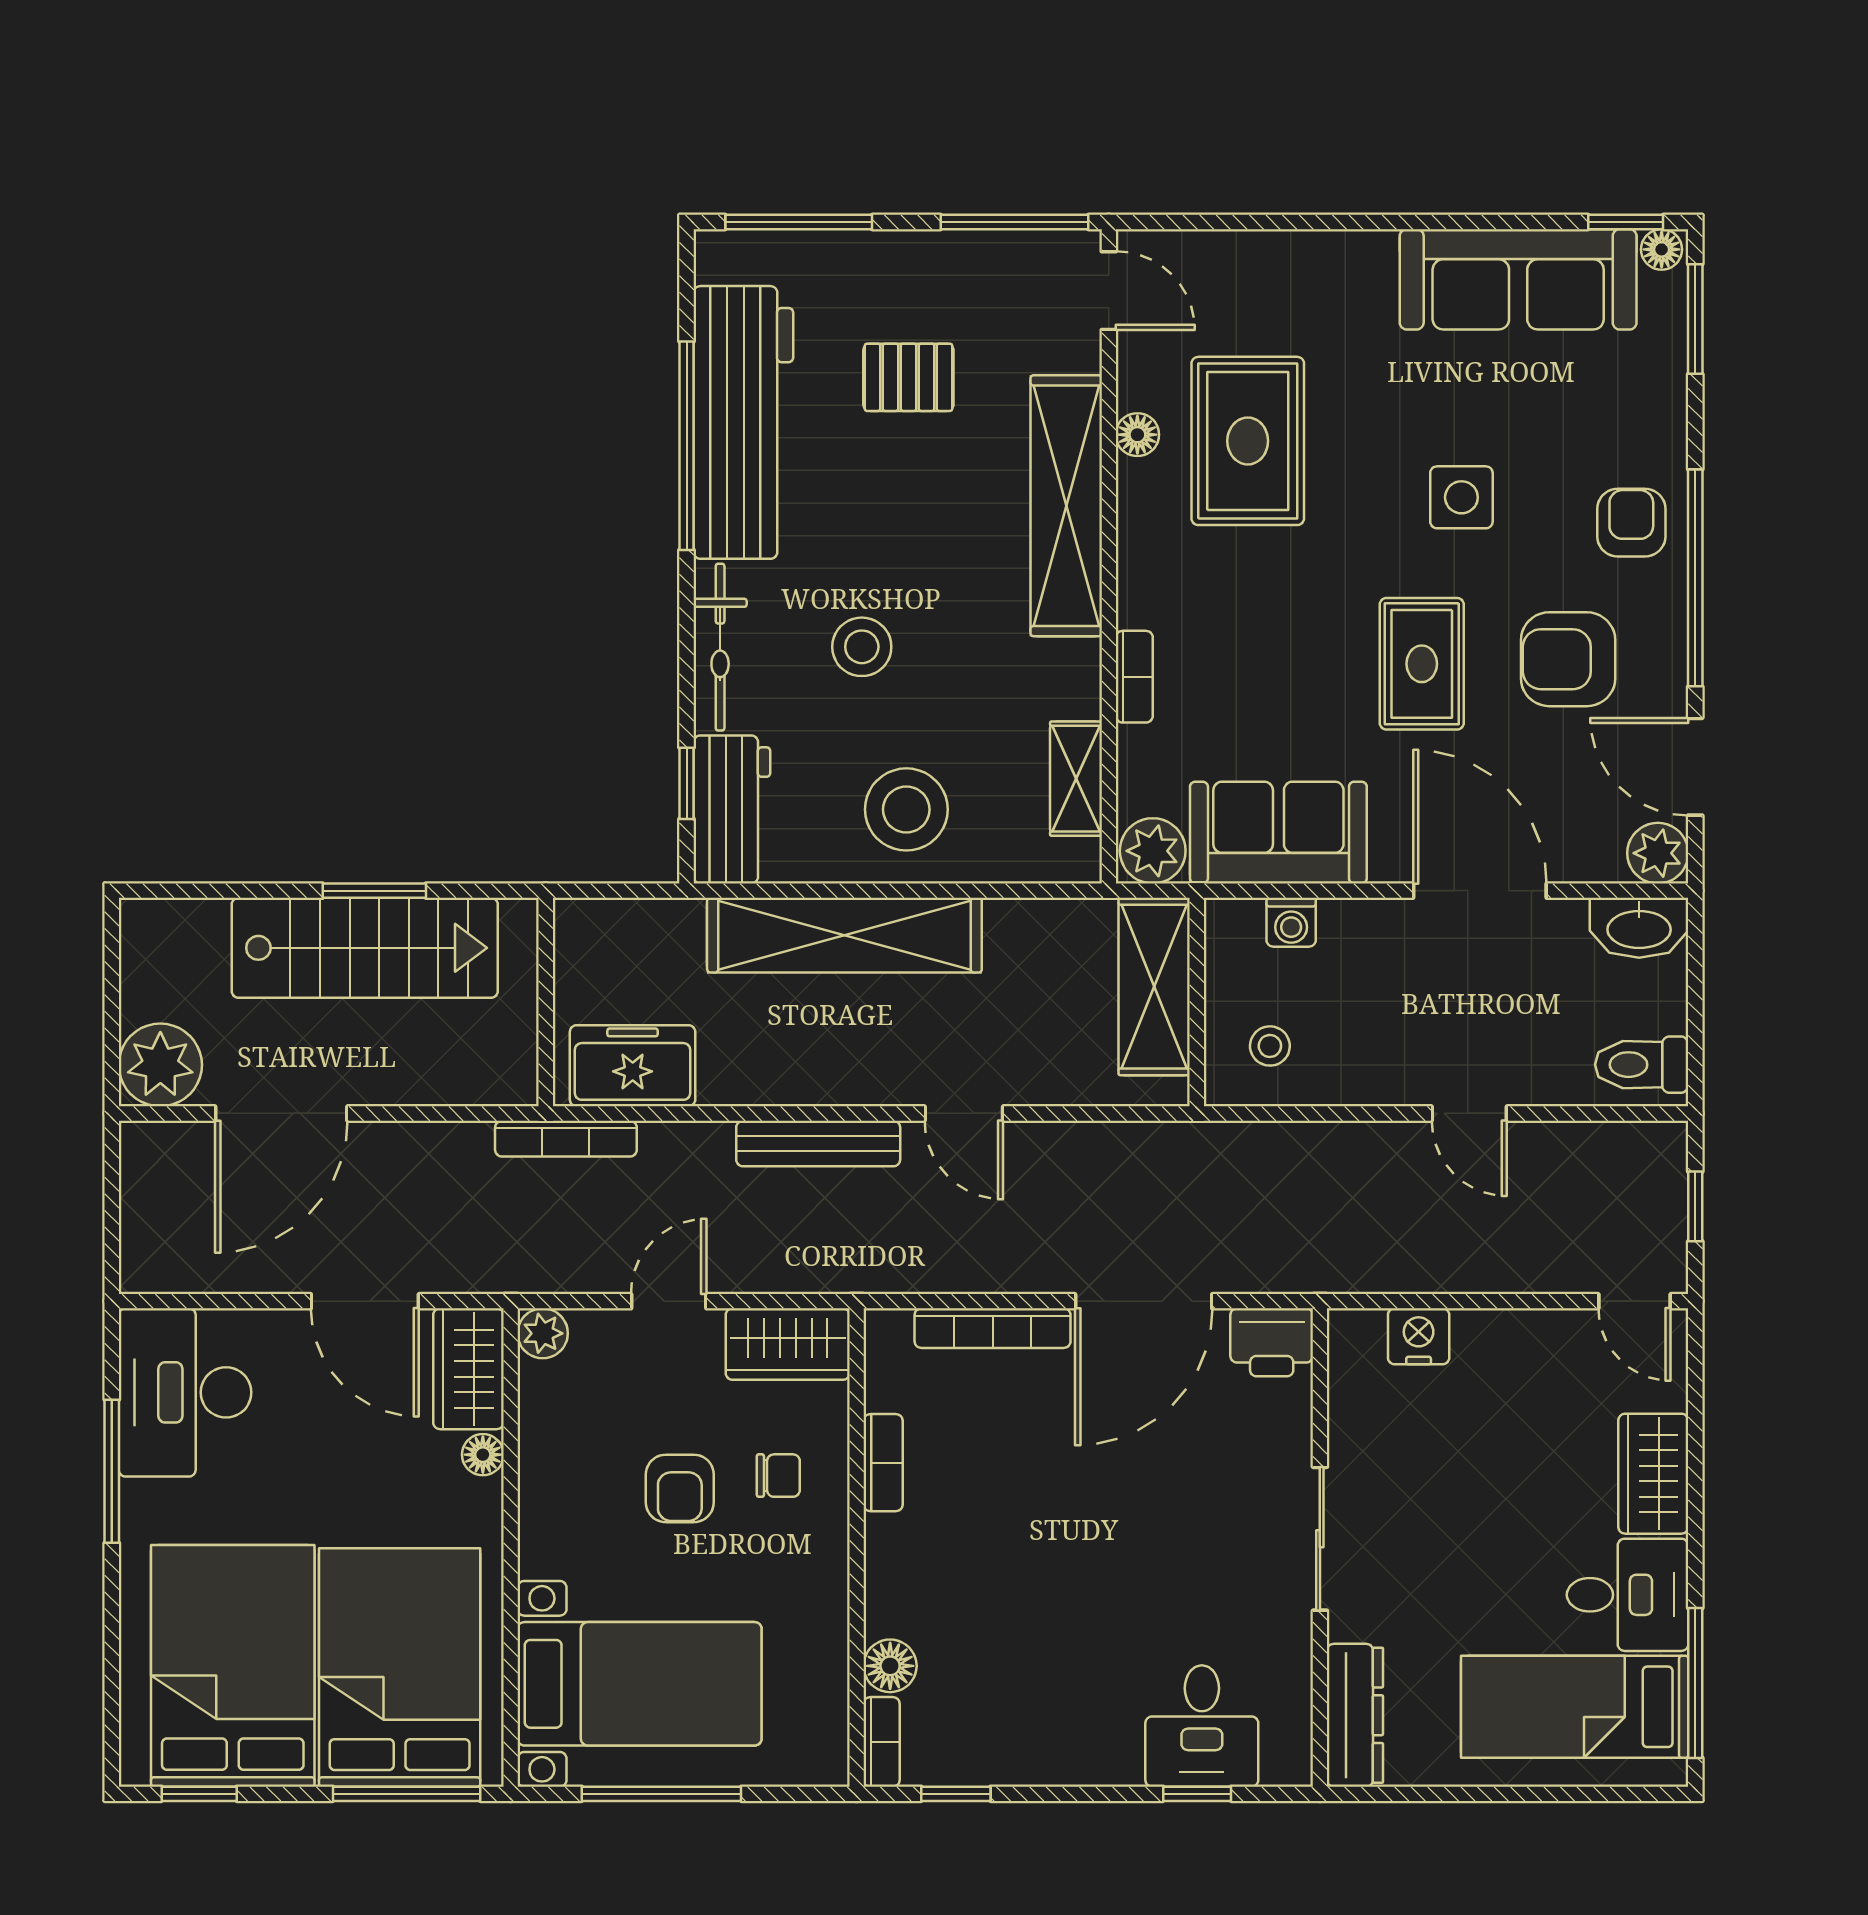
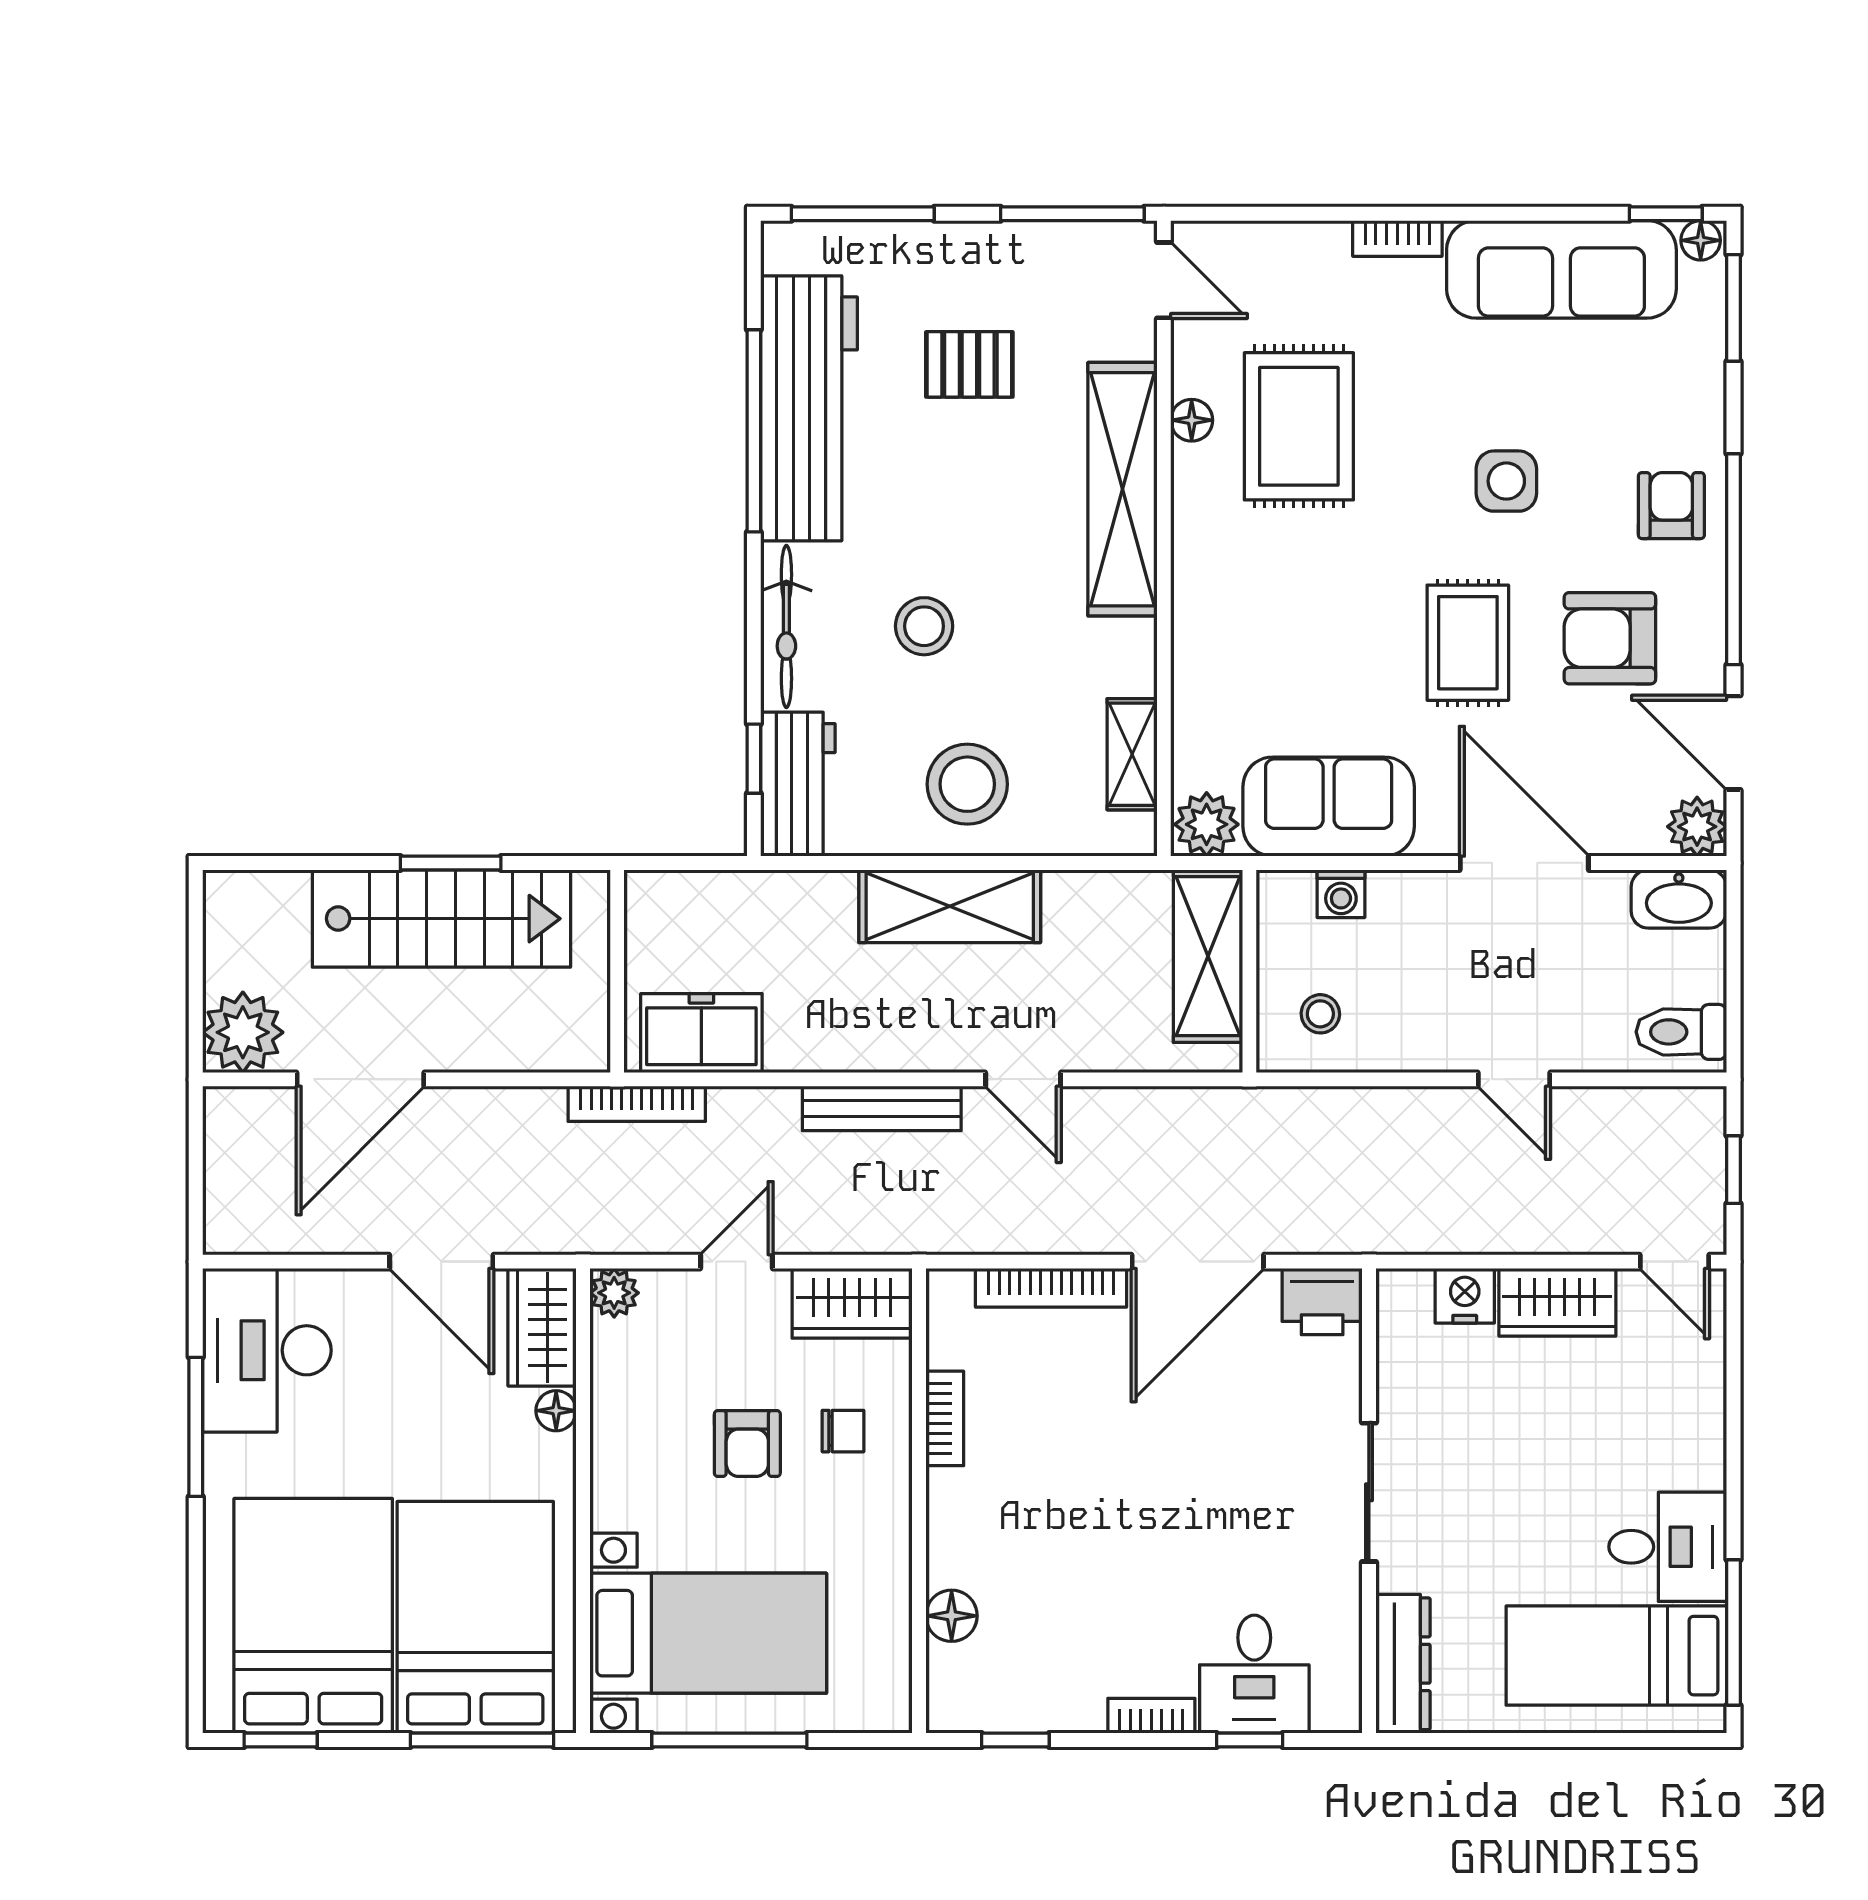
bookcase: (1134, 677) -> (1397, 238), moved, turned 90
shelving: (844, 935) -> (950, 906), width x0.68
wardrobe: (1653, 1474) -> (1557, 1302), moved, turned -90
bookcase: (882, 1742) -> (1151, 1716), moved, turned -90

